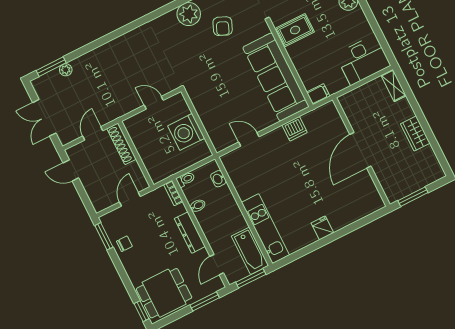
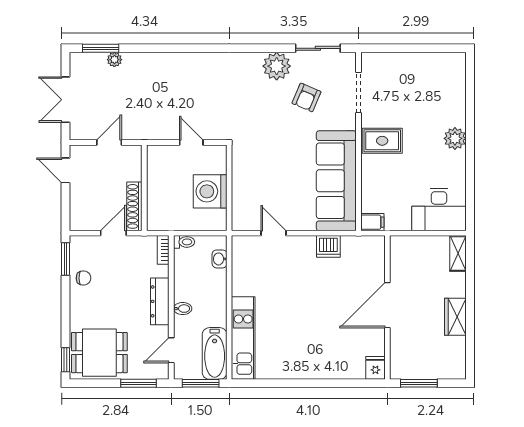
shoe rack: (122, 144) -> (134, 206), moved
bidet: (198, 206) -> (183, 309), moved
fridge: (322, 228) -> (375, 368), moved

